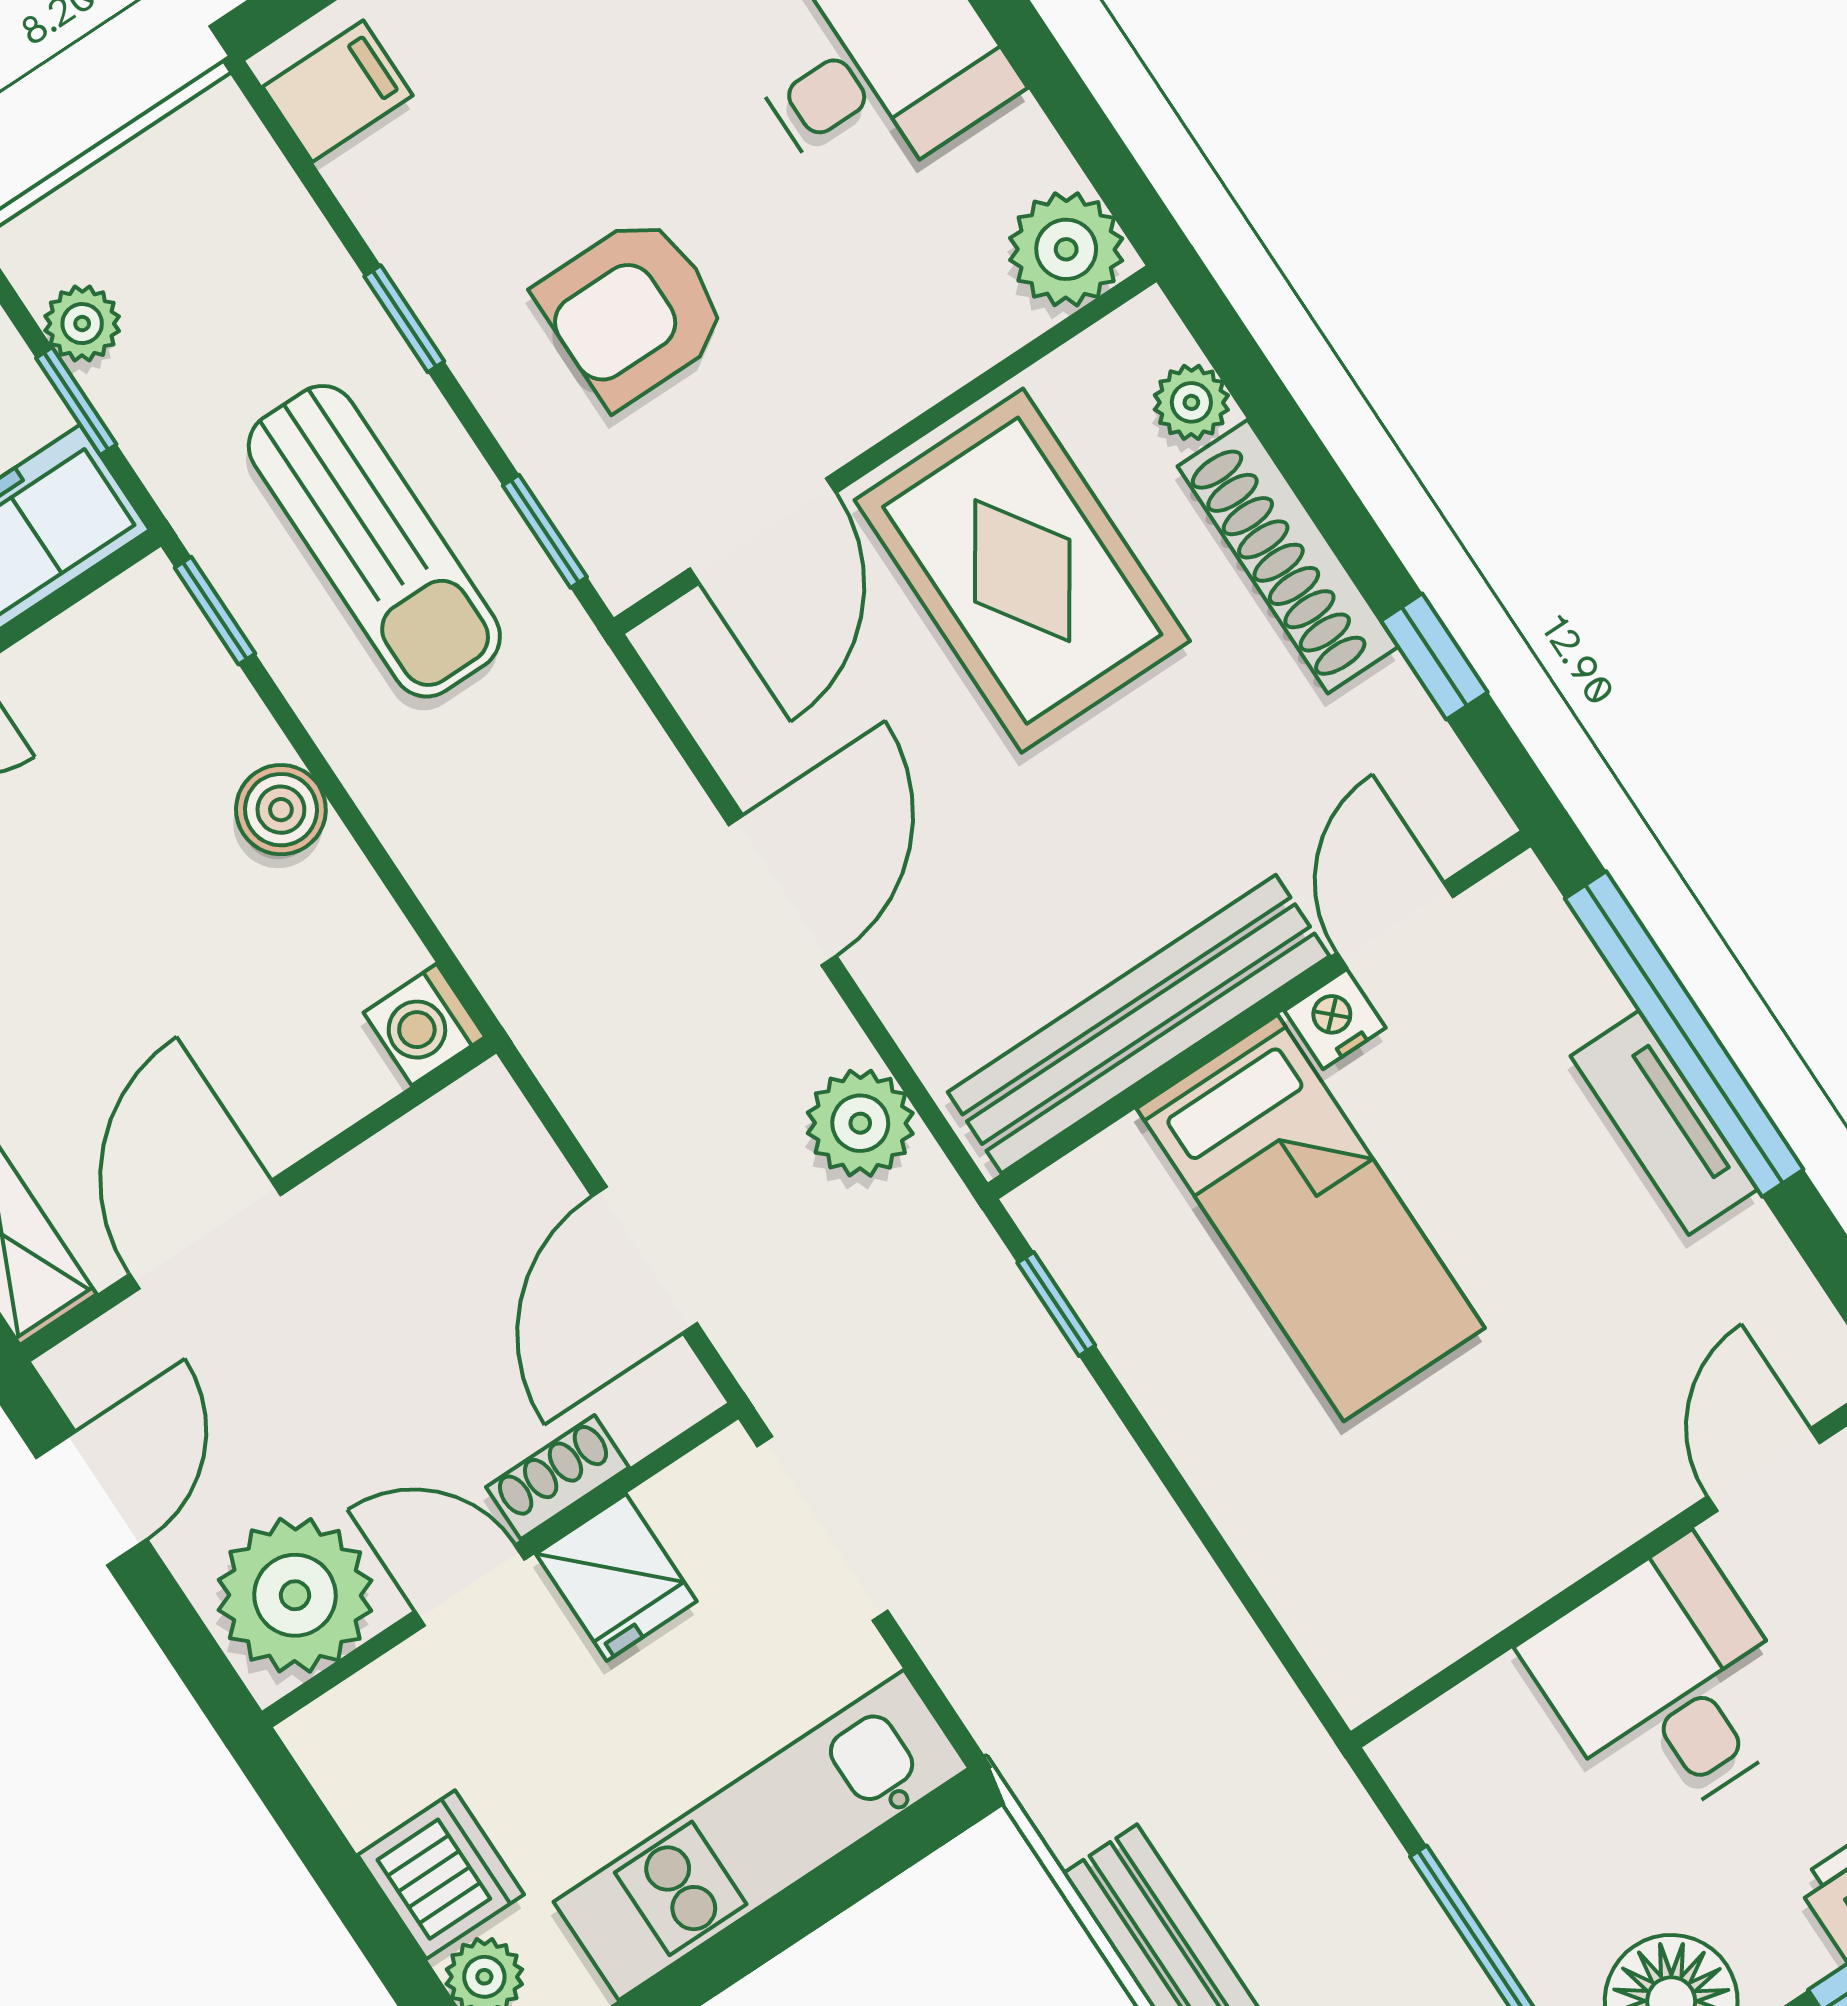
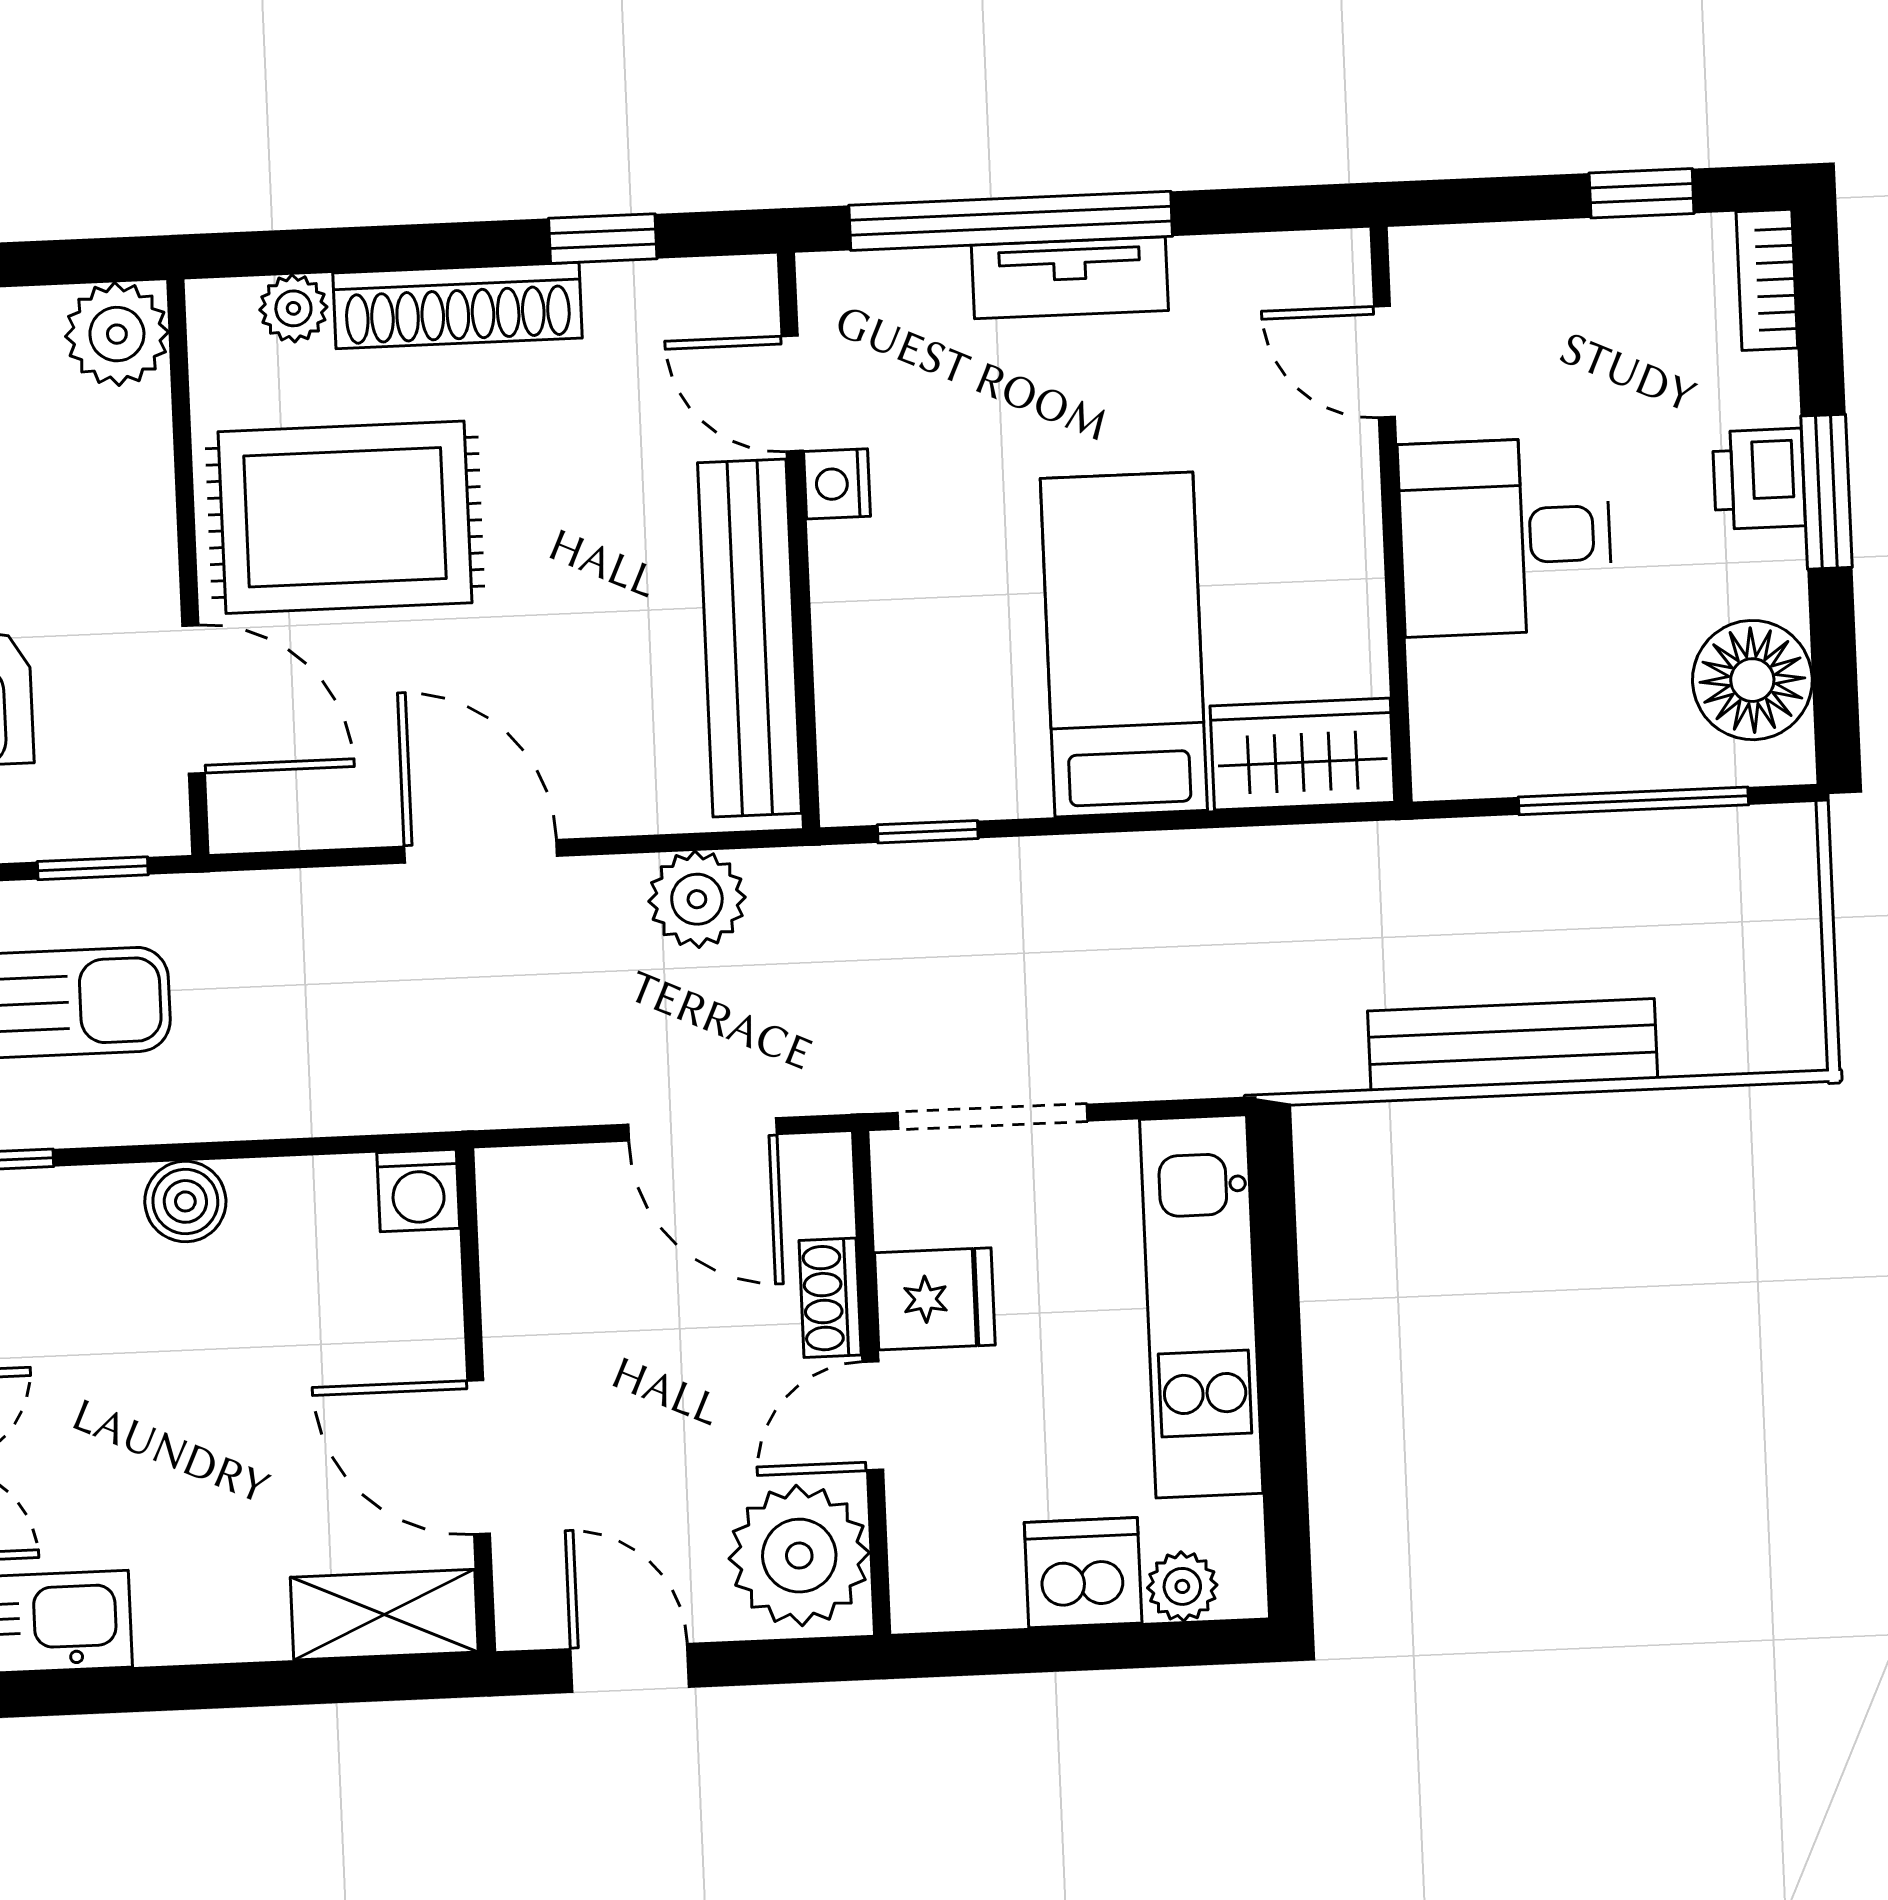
bed: (1311, 1218) -> (1124, 644), moved, turned -90
wardrobe: (1344, 1616) -> (1302, 754), added

